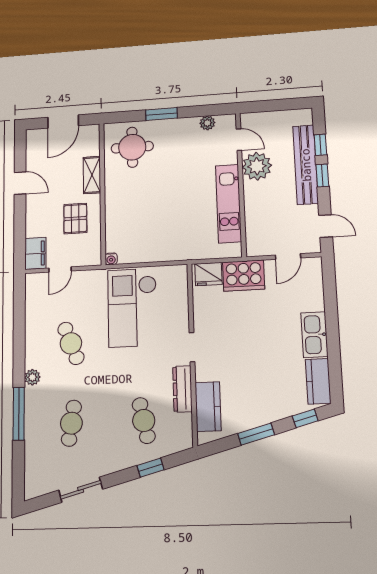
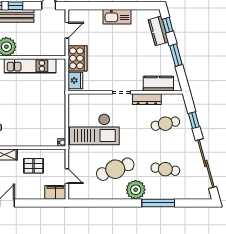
door: (288, 257) -> (67, 30), hinge flipped
cafe table: (71, 343) -> (115, 169), width x1.37, depth x1.35
plant: (32, 377) -> (136, 190), width x1.88, depth x1.88
kitchen counter: (318, 381) -> (158, 31), moved, turned 75
sliding door: (81, 490) -> (206, 164), width x1.86

